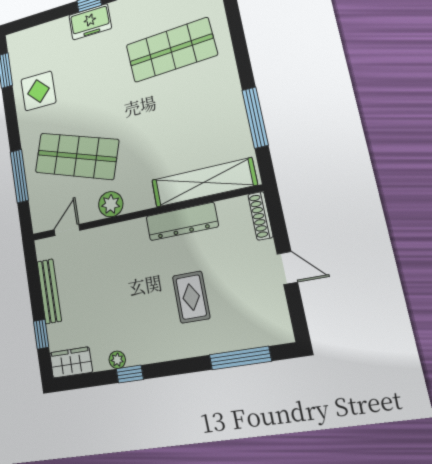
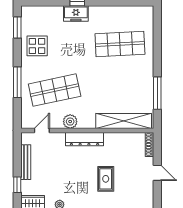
shop shelf: (77, 156) -> (55, 90), turned -30
window: (19, 176) -> (17, 82), moved
dresser: (182, 221) -> (85, 139), moved

